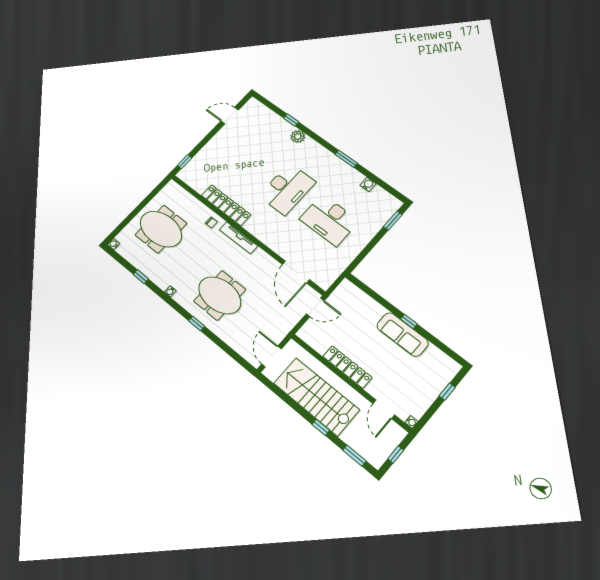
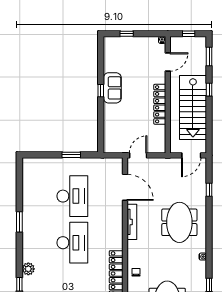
water cooler: (368, 184) -> (27, 192), removed
desk: (287, 189) -> (72, 243), turned 90
window: (393, 221) -> (71, 155), moved
tv unit: (239, 238) -> (132, 222), moved
door: (296, 272) -> (125, 187), hinge flipped
door: (315, 307) -> (138, 155), hinge flipped
window: (197, 323) -> (209, 190), moved
sofa: (402, 334) -> (112, 88), width x0.73

